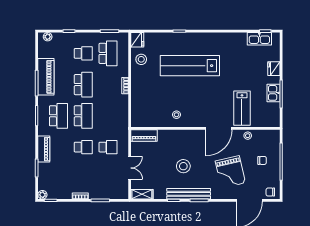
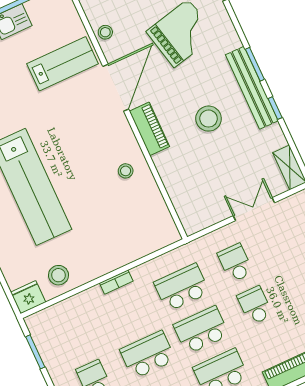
school desk: (108, 53) -> (182, 288), moved
door: (219, 128) -> (116, 88), hinge flipped
piano: (144, 135) -> (149, 129), moved

